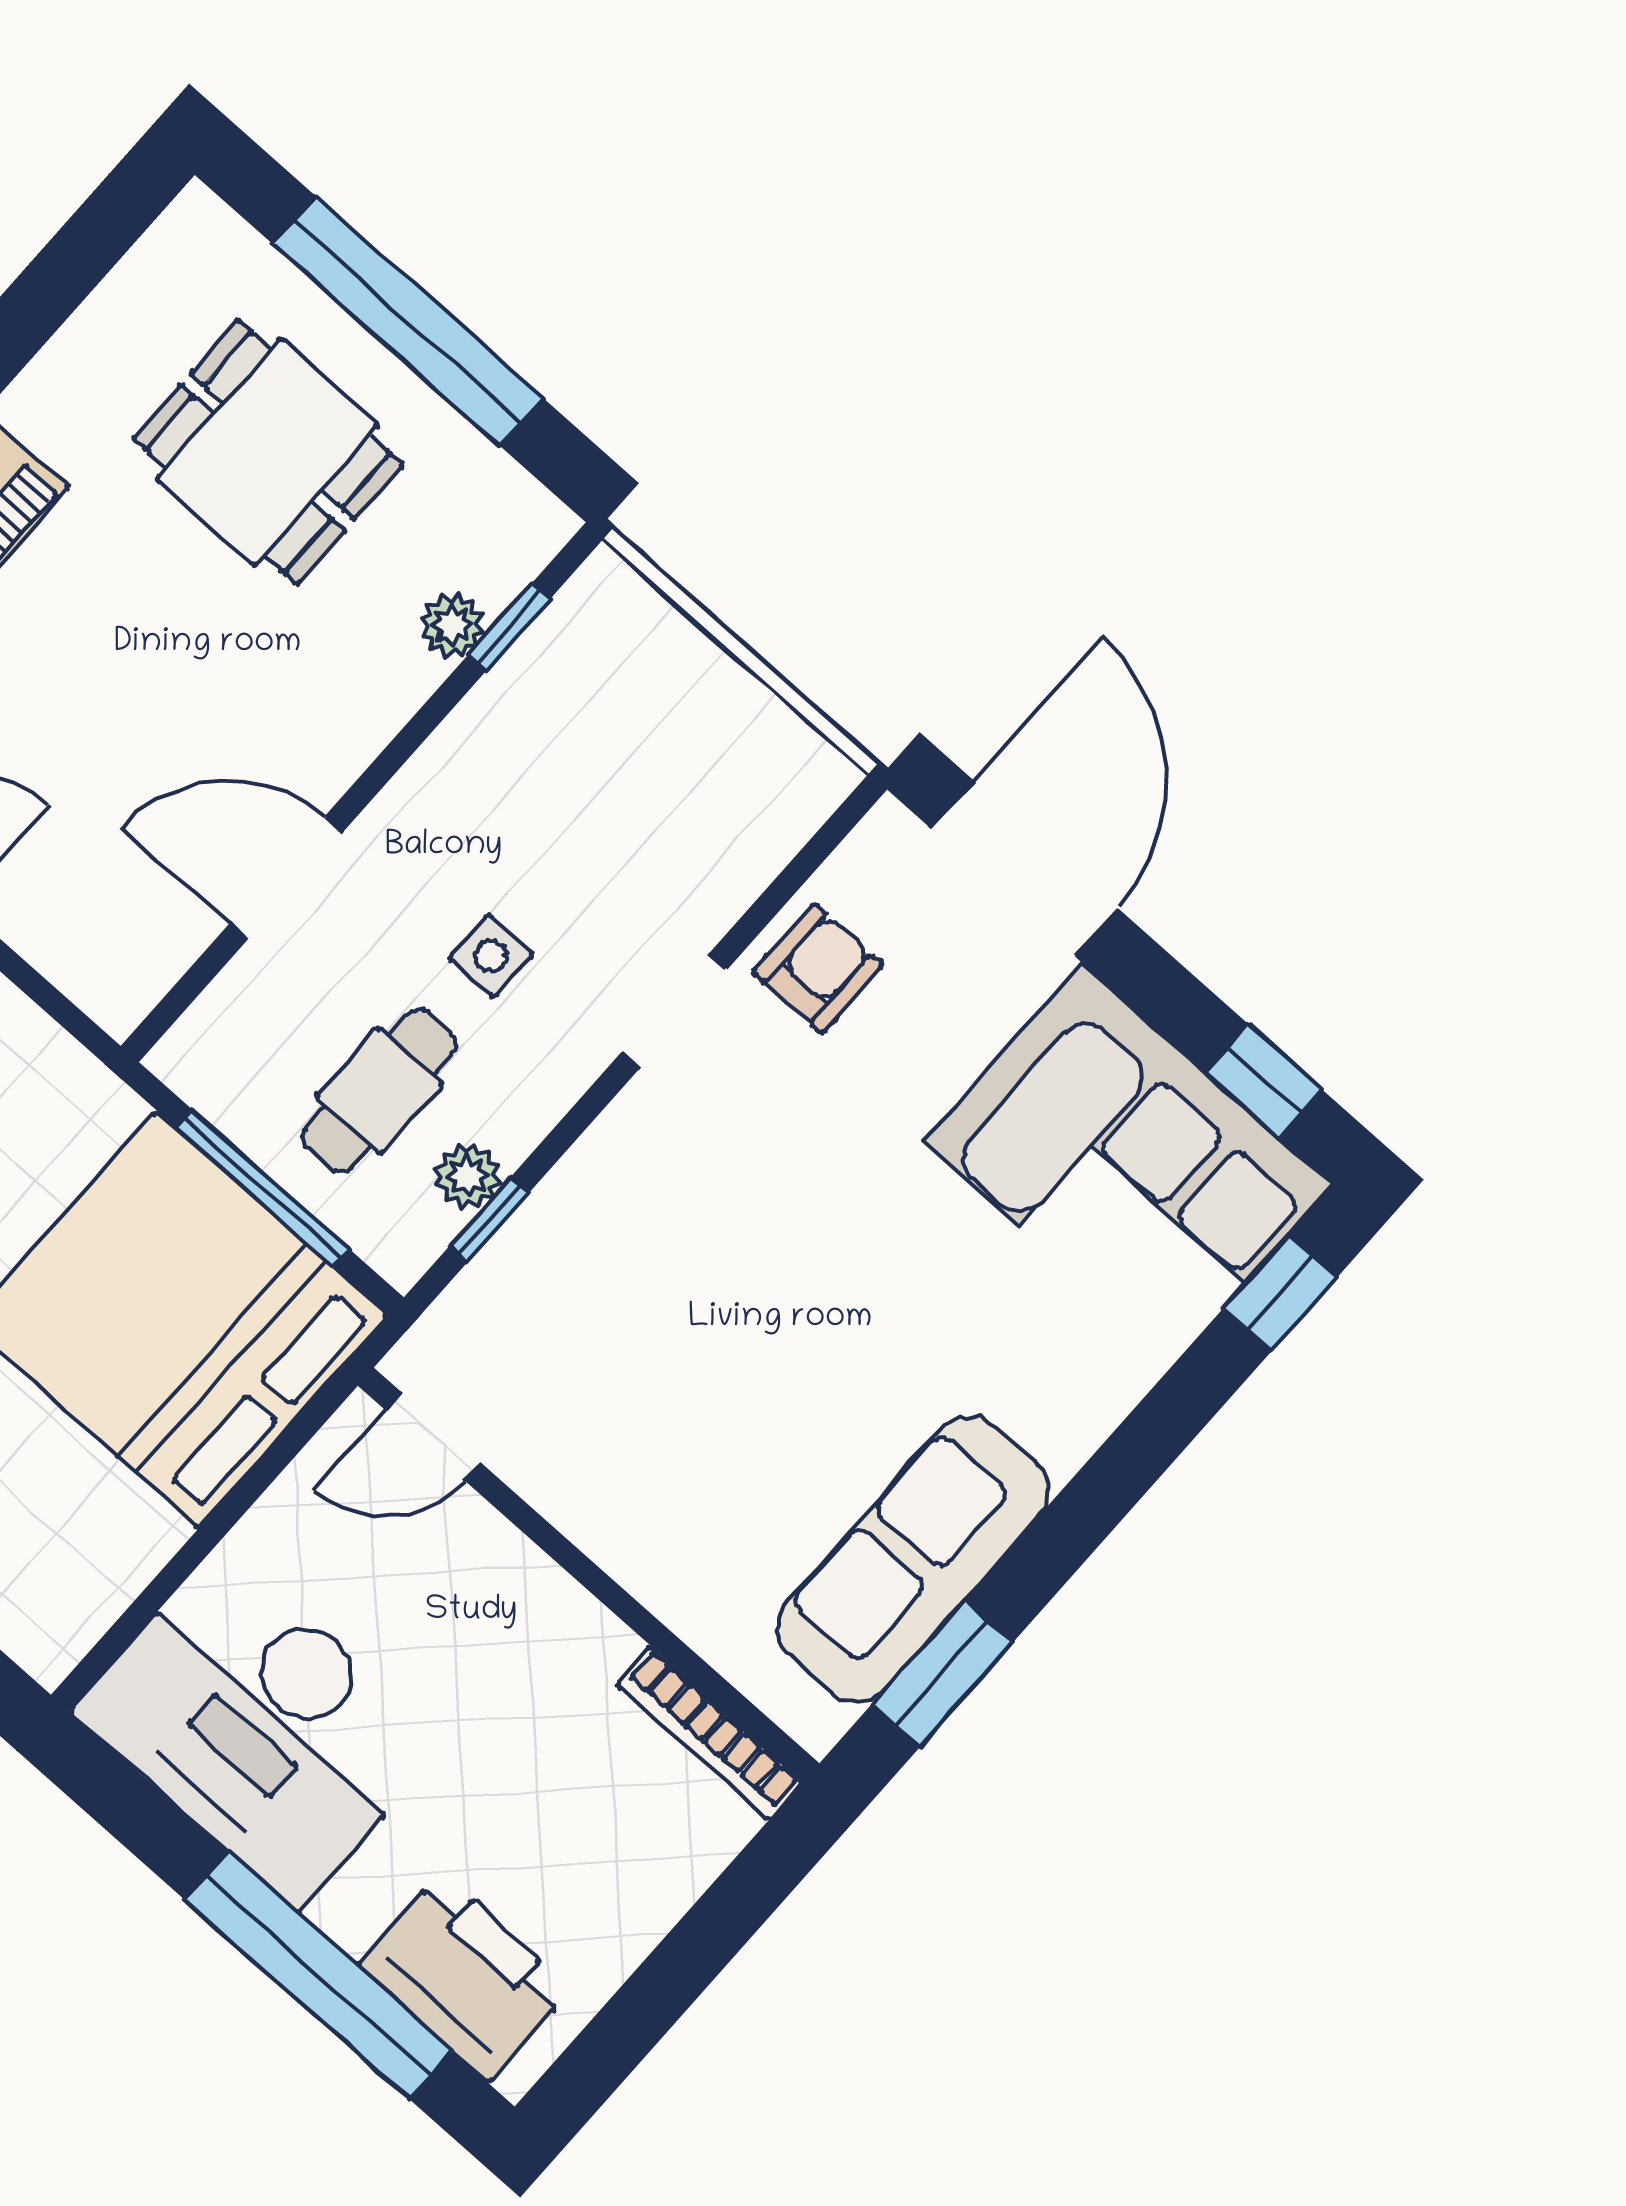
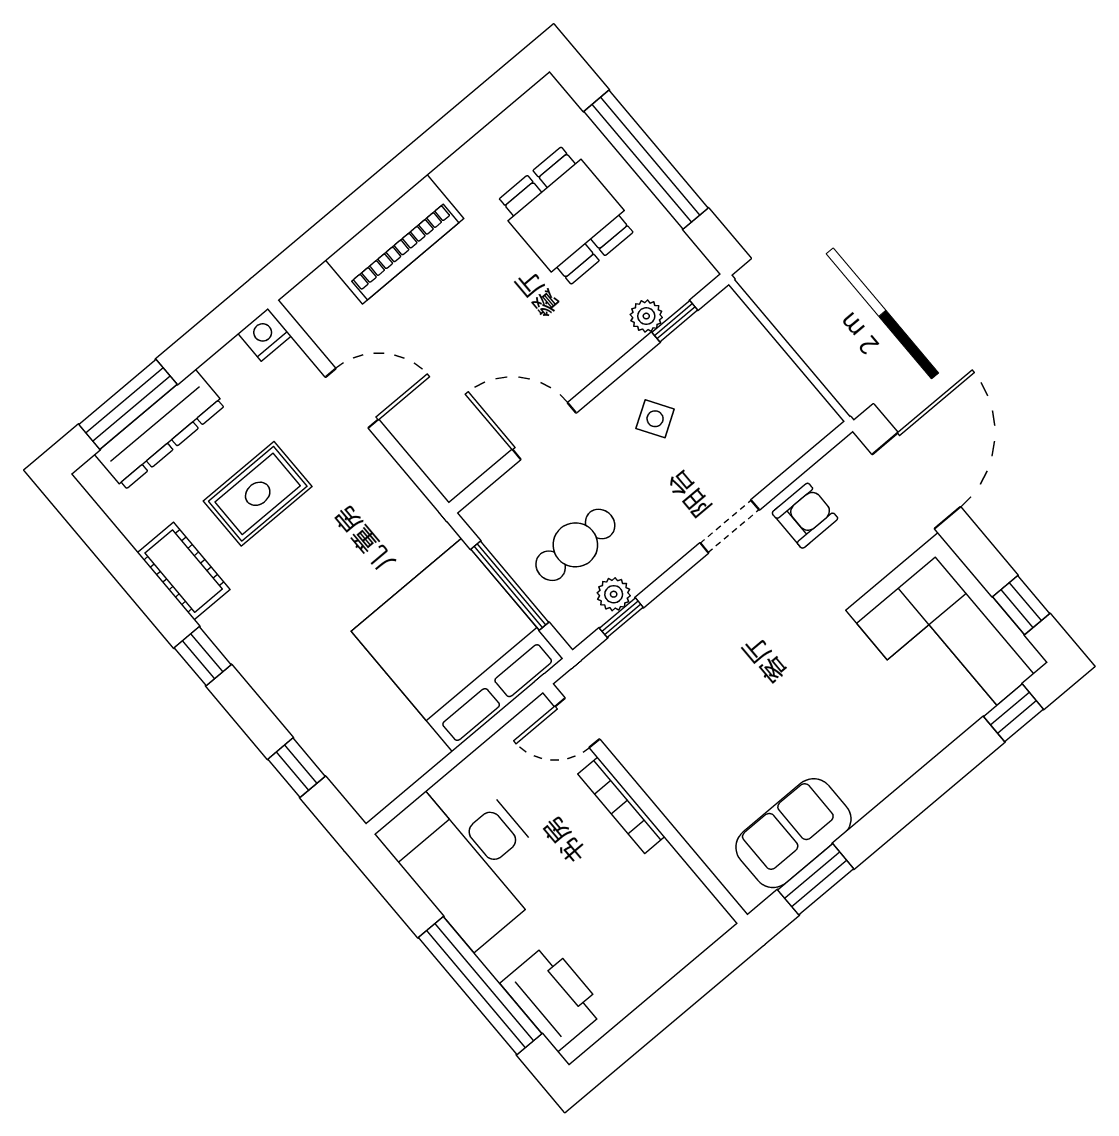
side table: (491, 956) -> (655, 419), moved, turned -32
sofa: (913, 1559) -> (793, 833), width x0.73
bookcase: (710, 1733) -> (621, 805), moved

